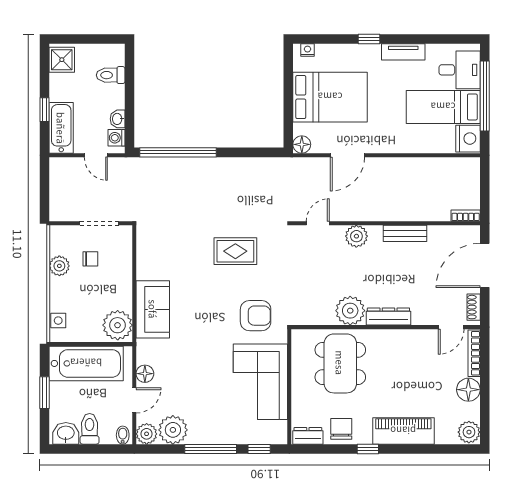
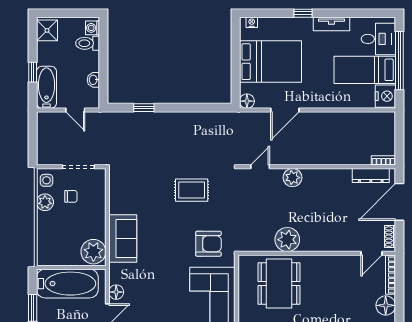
washing machine: (116, 138) -> (93, 28), moved
window: (178, 152) -> (144, 108), width x0.32
bench: (405, 233) -> (333, 175), removed
dresser: (388, 317) -> (371, 175), moved, turned 180
side table: (58, 321) -> (46, 180), moved

